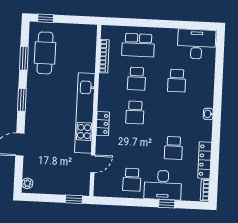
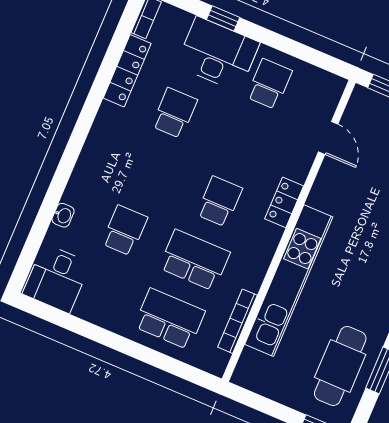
desk: (196, 44) -> (57, 278), width x0.73
school desk: (137, 79) -> (194, 260), width x1.85
kitchen unit: (85, 113) -> (289, 281), moved
washbasin: (208, 114) -> (63, 215), moved
door: (93, 164) -> (328, 138), swing flipped

